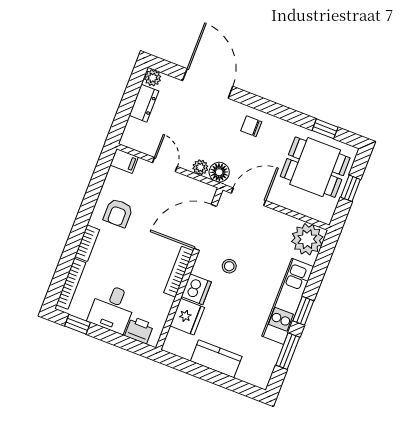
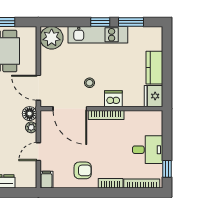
fridge: (187, 317) -> (154, 96), moved, turned -90
printer: (139, 330) -> (155, 126), removed

